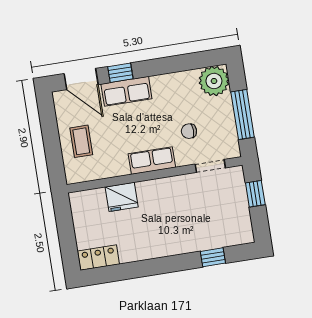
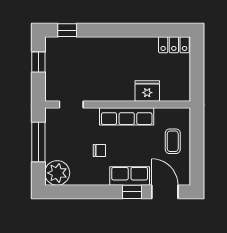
chair: (189, 131) -> (99, 151), moved
row of seats: (152, 161) -> (127, 116), width x1.48
window: (255, 194) -> (38, 62), moved
window: (213, 257) -> (67, 30), moved

